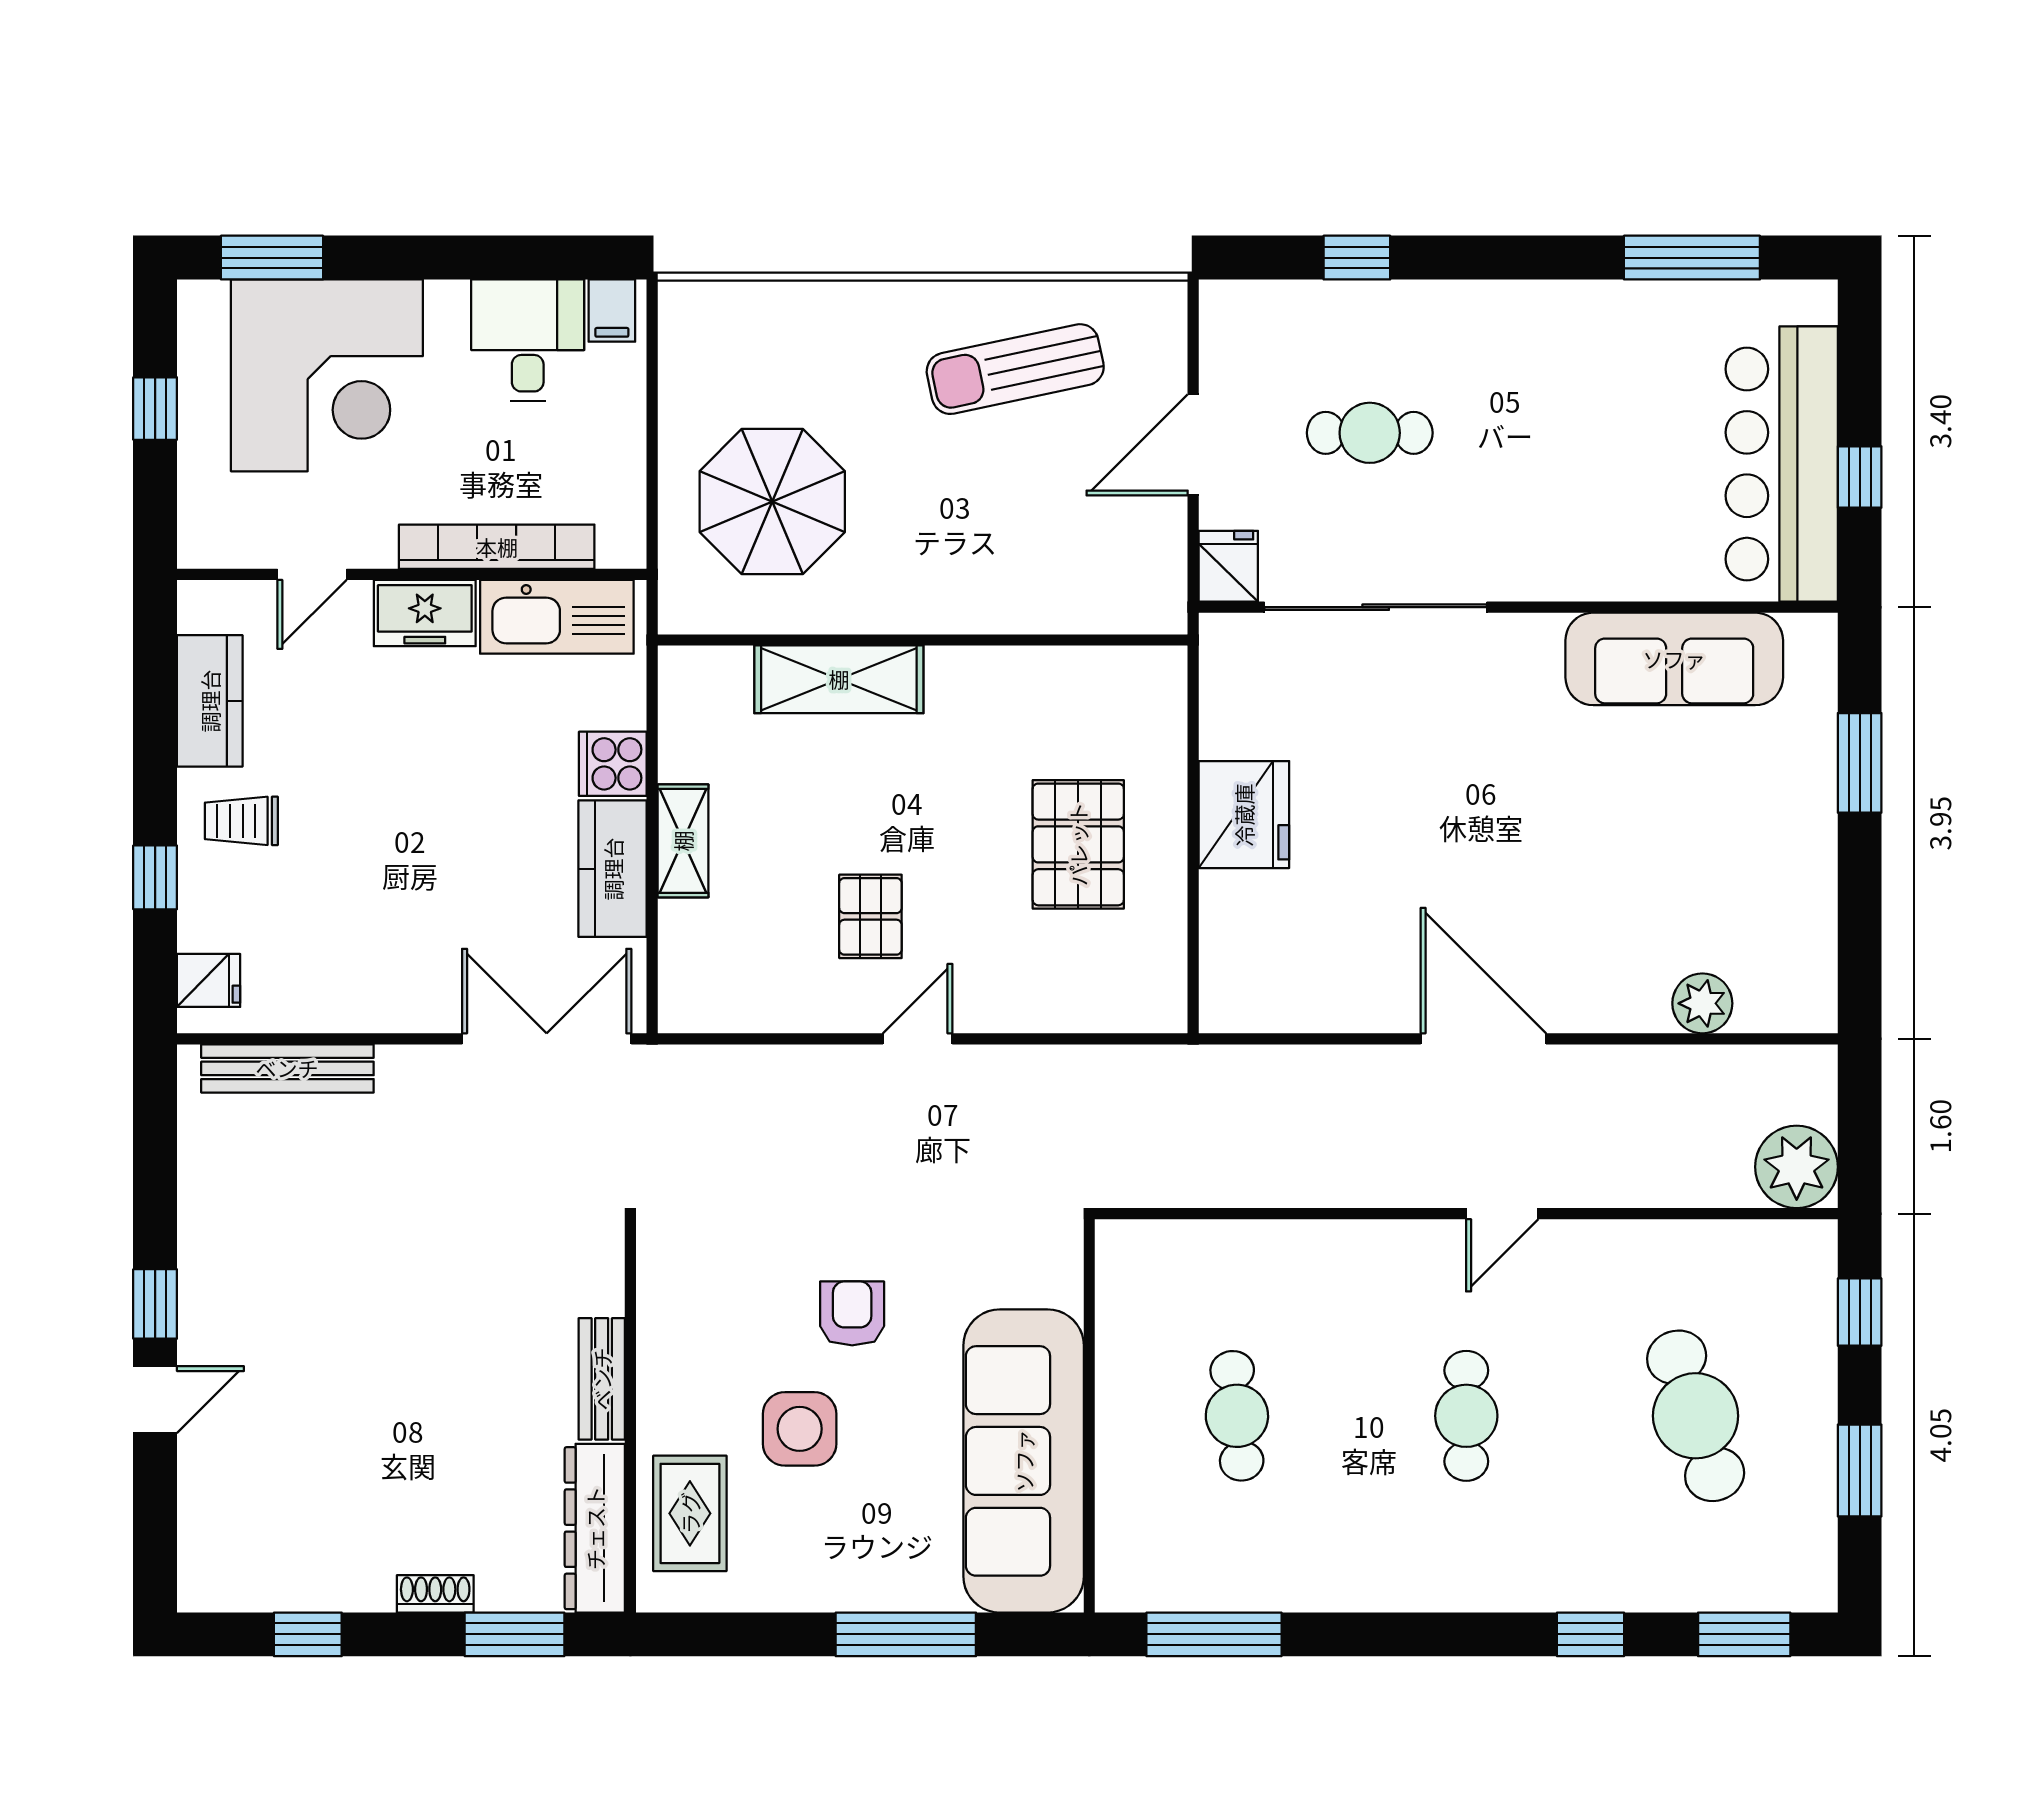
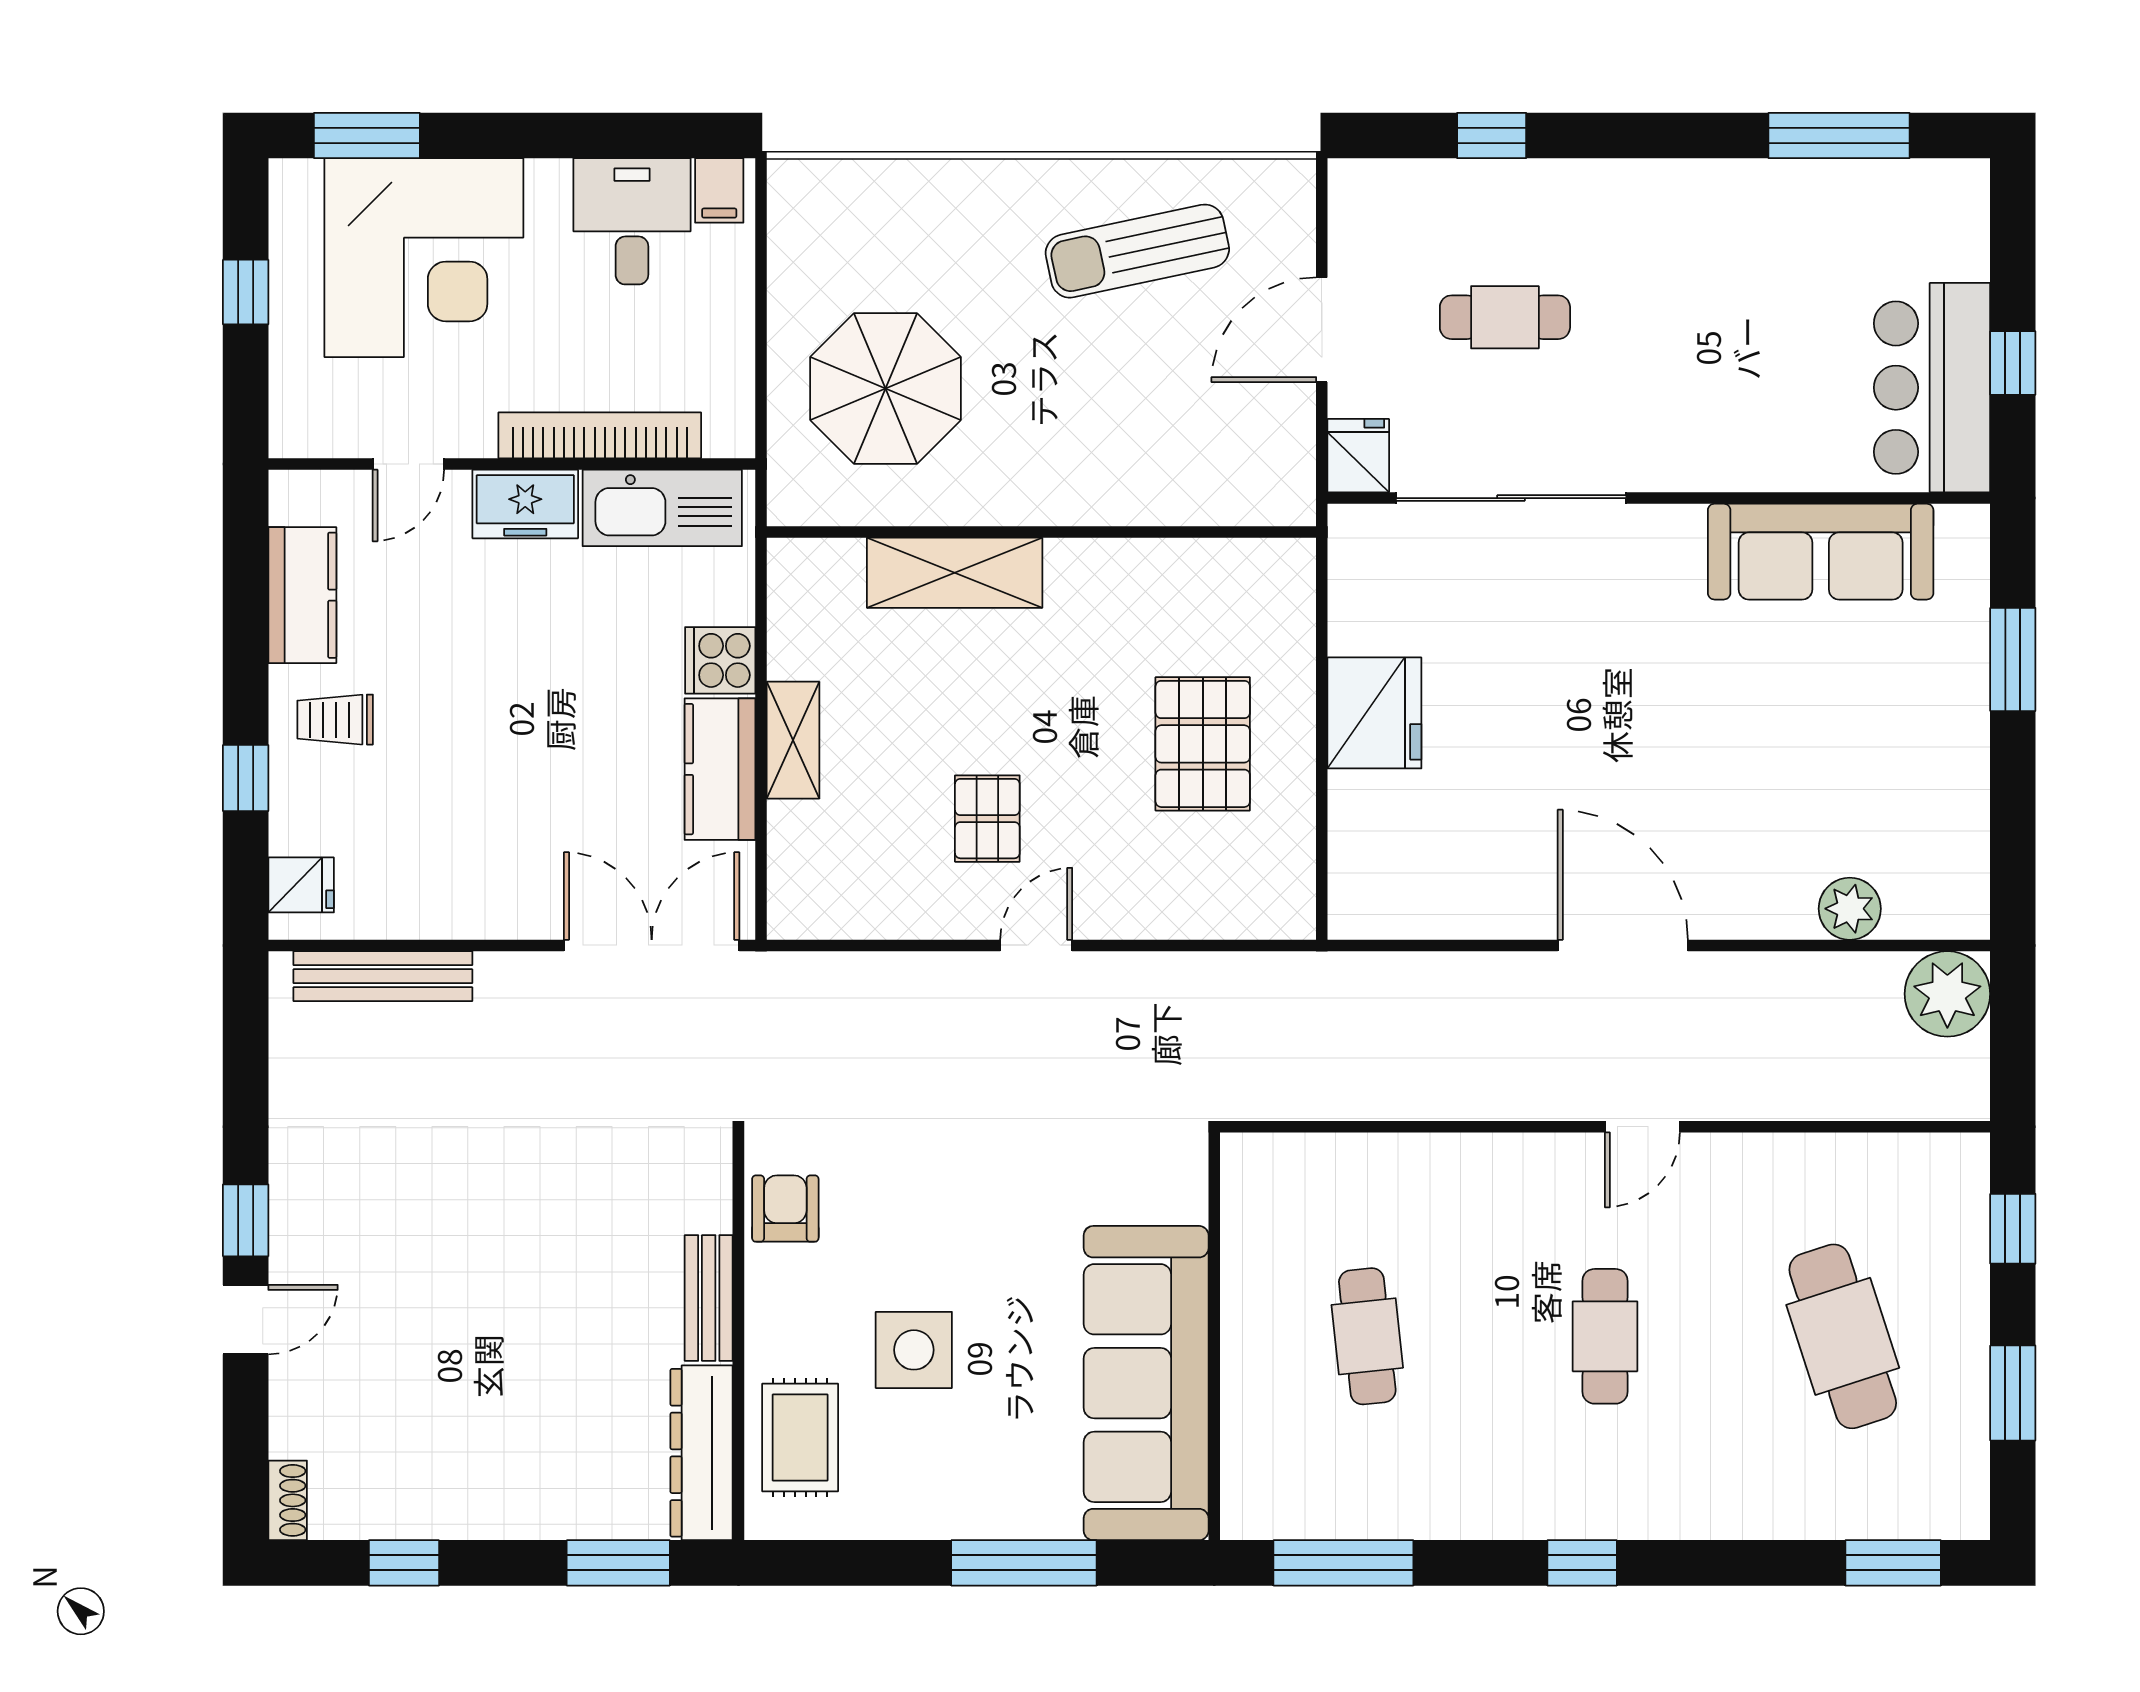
bar counter: (1782, 464) -> (1932, 388), width x0.73
plant: (1797, 1167) -> (1947, 994), moved
armchair: (852, 1313) -> (785, 1209), moved
shoe rack: (435, 1594) -> (288, 1500), moved, turned 90
window: (1590, 1634) -> (1582, 1563), moved

